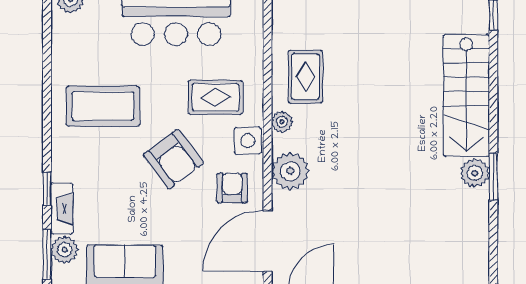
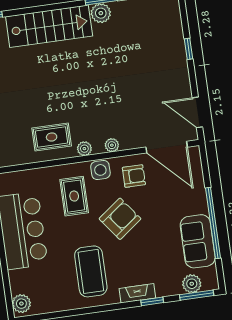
plant: (290, 171) -> (112, 145), width x0.53, depth x0.53
armchair: (232, 188) -> (134, 176), turned 180
fireplace: (62, 208) -> (137, 293), moved

